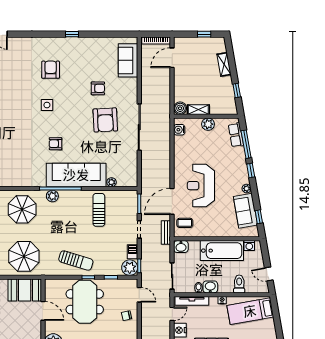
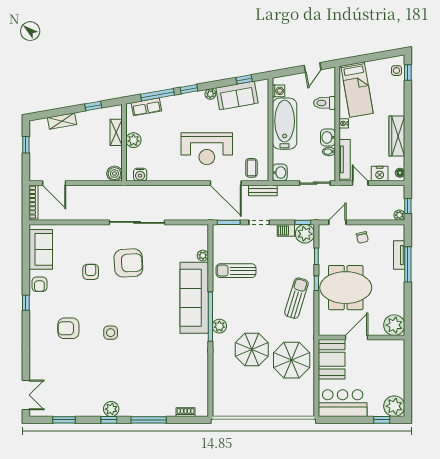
sofa: (128, 60) -> (41, 249), moved, turned -90
shelving: (198, 110) -> (116, 132), moved
armchair: (56, 144) -> (39, 284), moved
parasol: (22, 209) -> (252, 350), moved

